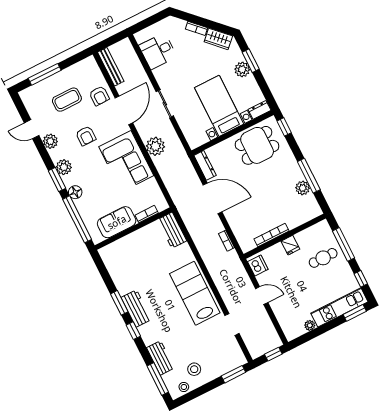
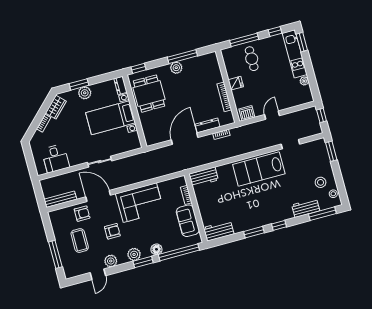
plant: (155, 146) -> (133, 176), removed
dresser: (205, 165) -> (207, 125), moved
plant: (303, 188) -> (176, 68), moved
workbench: (136, 308) -> (219, 231), moved

